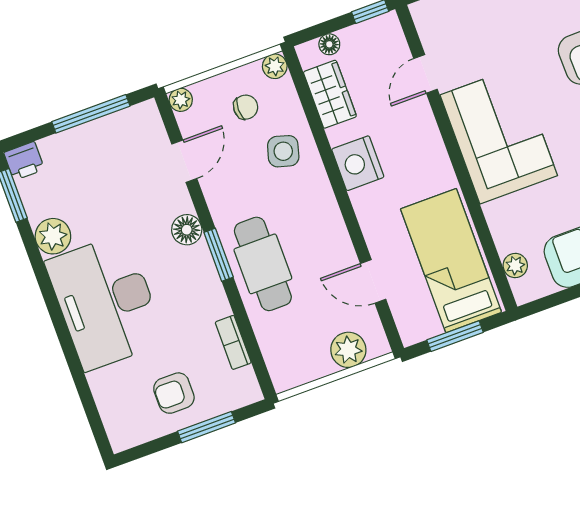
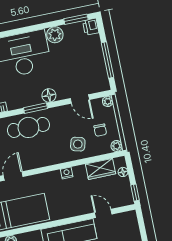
nightstand: (358, 163) -> (67, 173), width x0.53, depth x0.56

